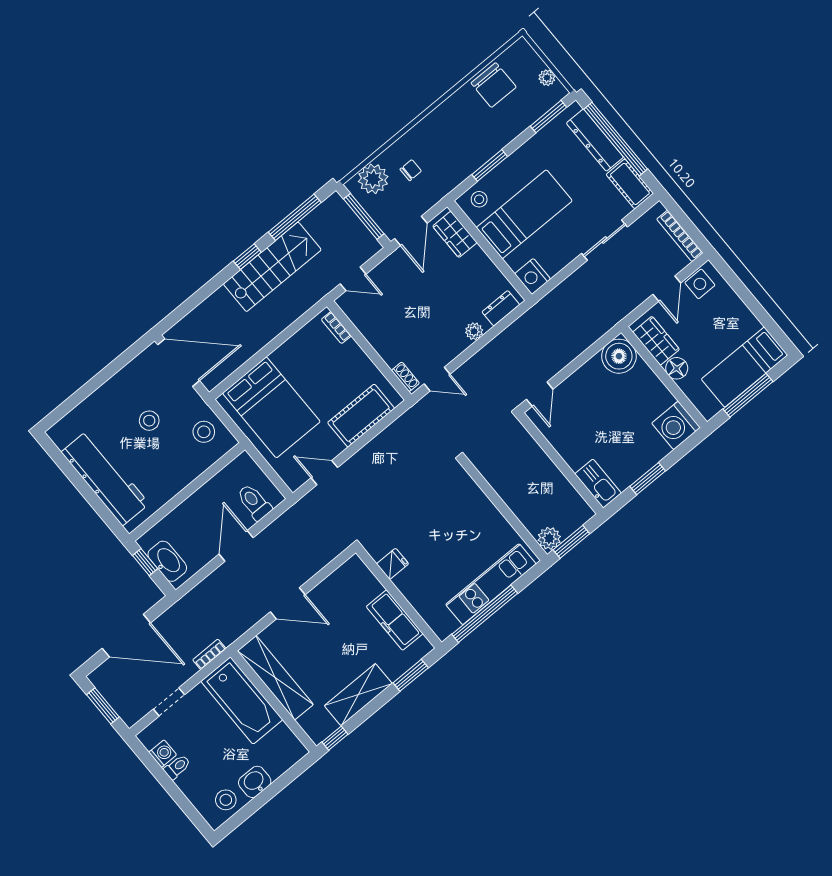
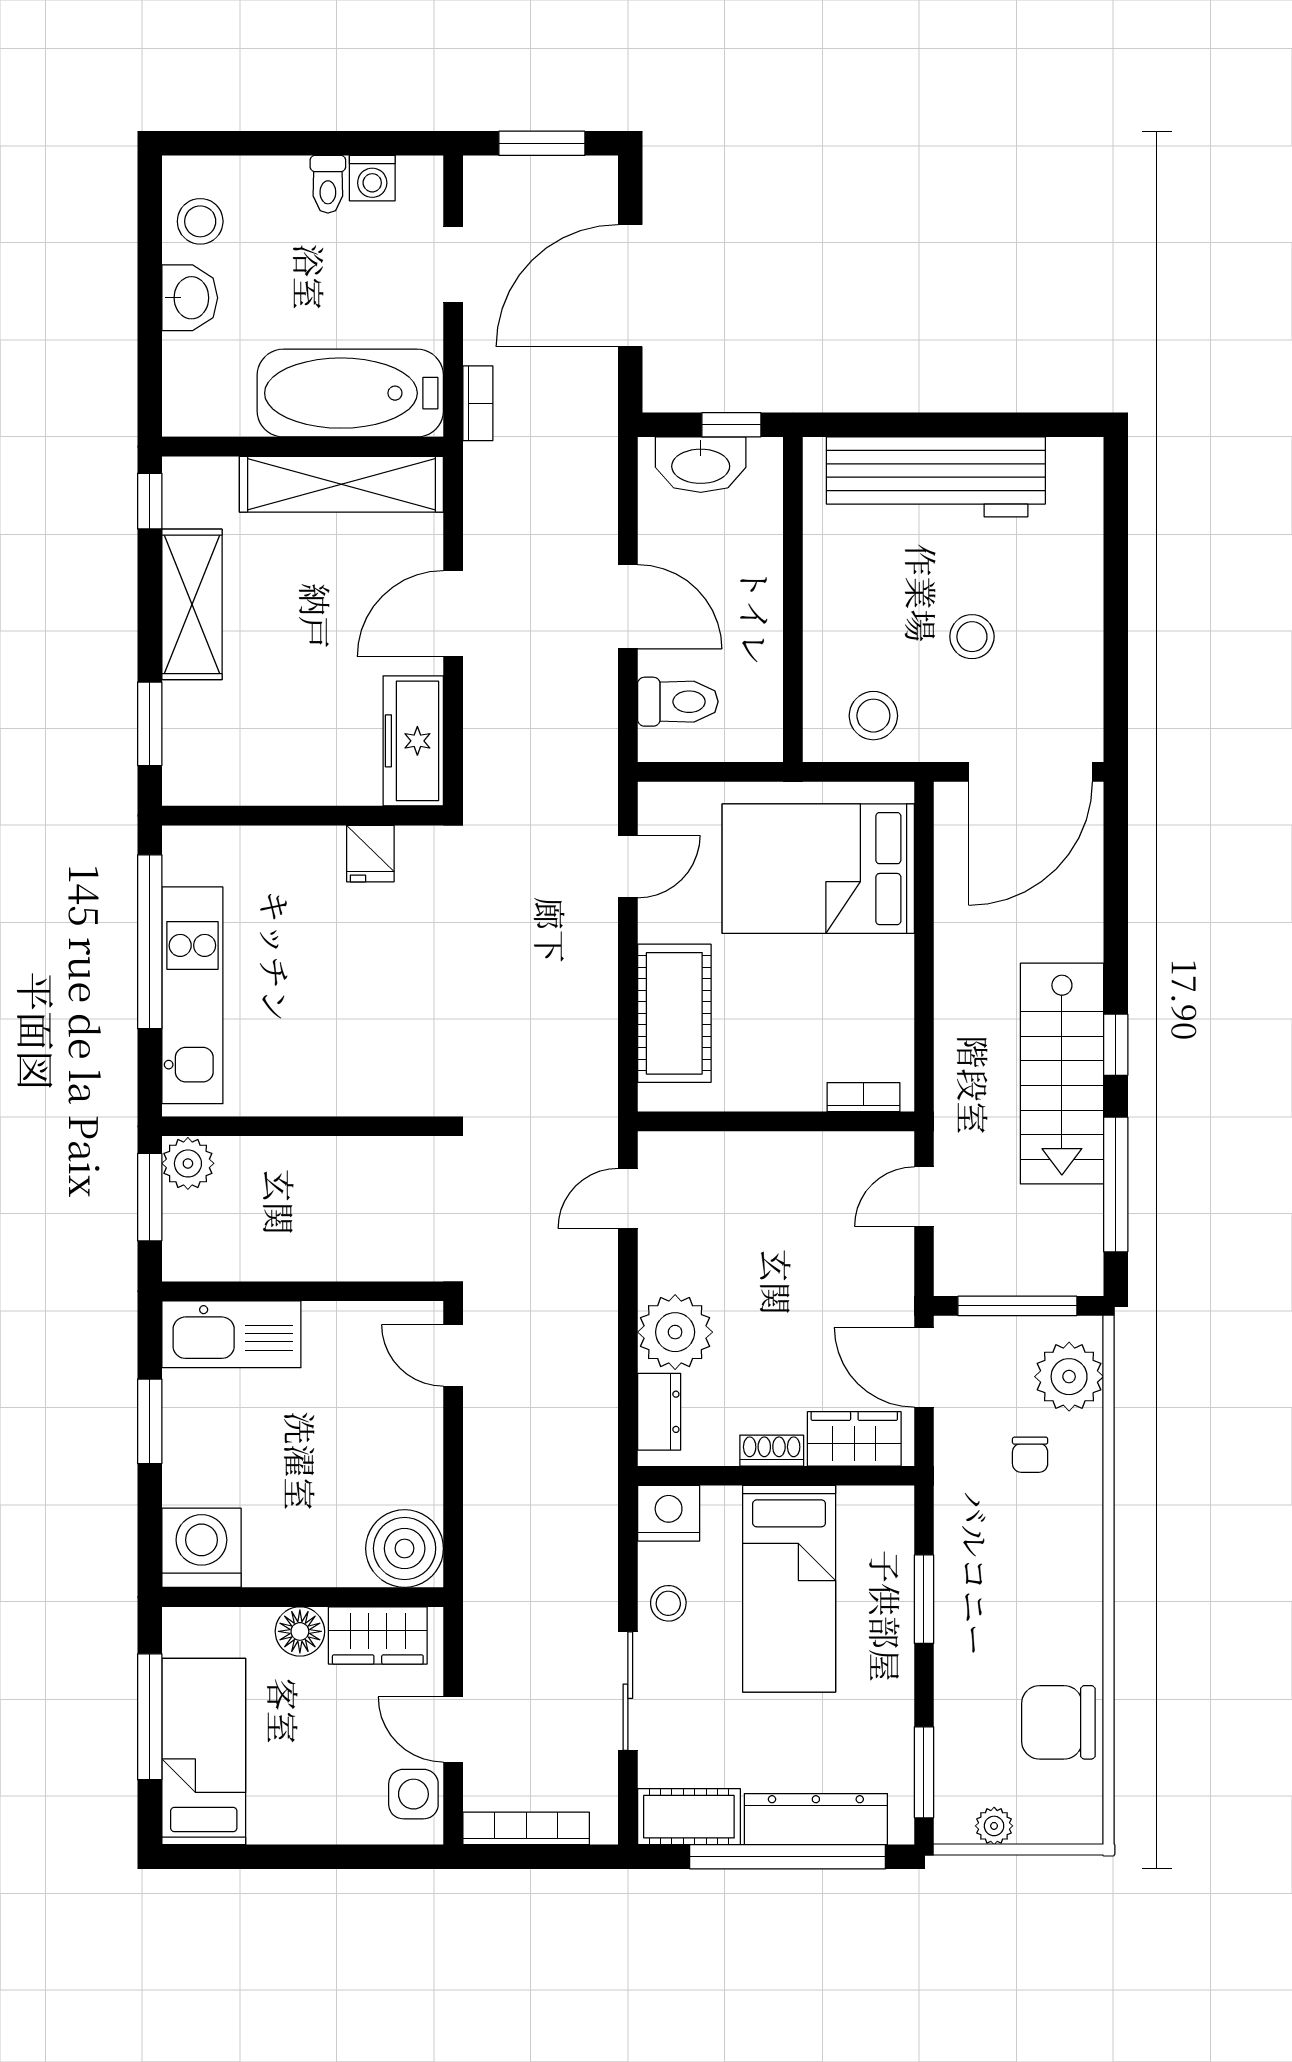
stool: (479, 199) -> (668, 1603), moved
plant: (474, 331) -> (675, 1332), width x1.88, depth x1.88
shoe rack: (405, 377) -> (772, 1451), moved, turned 180
kitchen sink: (598, 484) -> (231, 1334), width x1.36, depth x1.24
freezer: (395, 620) -> (413, 741), moved, turned -90

